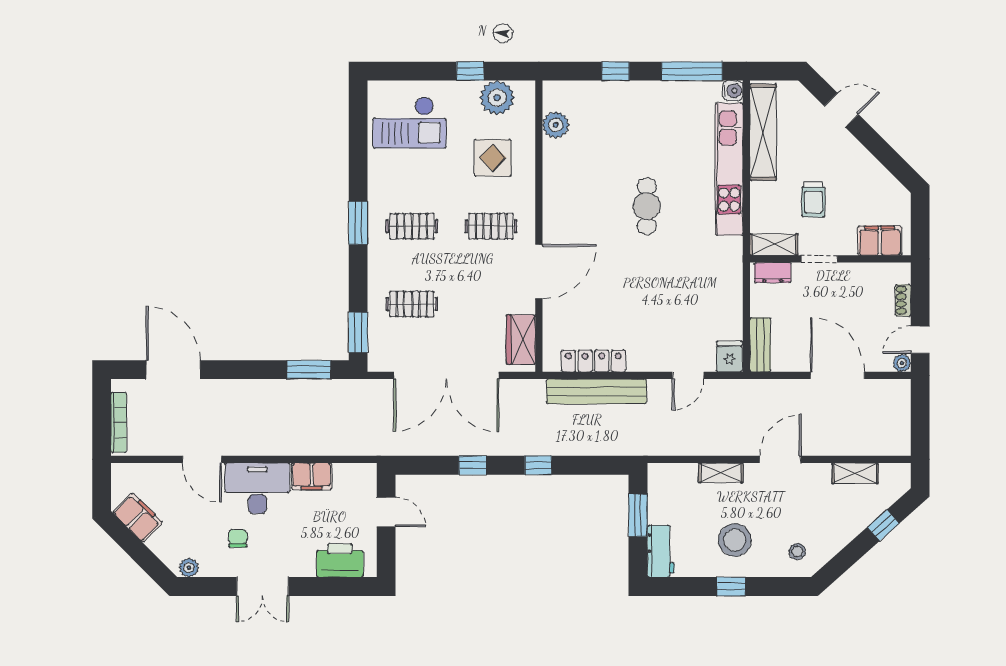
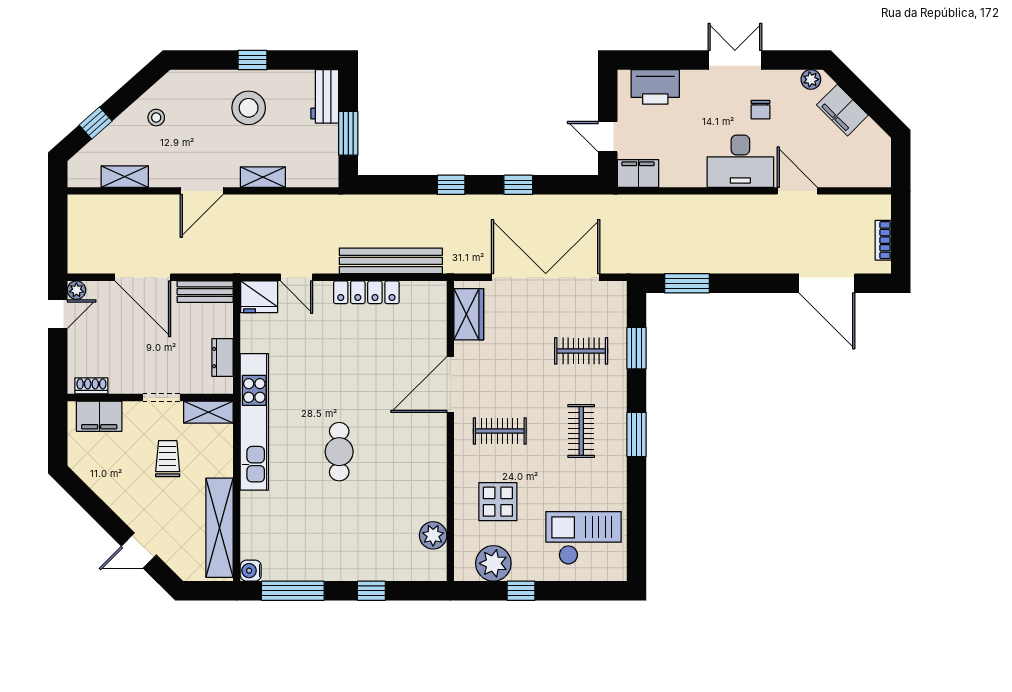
kitchen unit: (729, 169) -> (254, 422), moved
clothes rail: (412, 226) -> (581, 431), turned 90
dresser: (773, 273) -> (222, 358), moved, turned -90
shoe rack: (903, 300) -> (91, 386), moved, turned -90
window: (358, 333) -> (636, 348), moved
bench: (760, 345) -> (205, 292), moved, turned 90
fridge: (729, 357) -> (259, 297), width x1.38
locker: (593, 361) -> (366, 292), moved
door: (688, 375) -> (297, 277), swing flipped
bookcase: (119, 422) -> (883, 240), width x0.64
filing cabinet: (312, 476) -> (638, 173), moved
filing cabinet: (138, 517) -> (842, 110), moved
stool: (797, 552) -> (156, 118), moved

